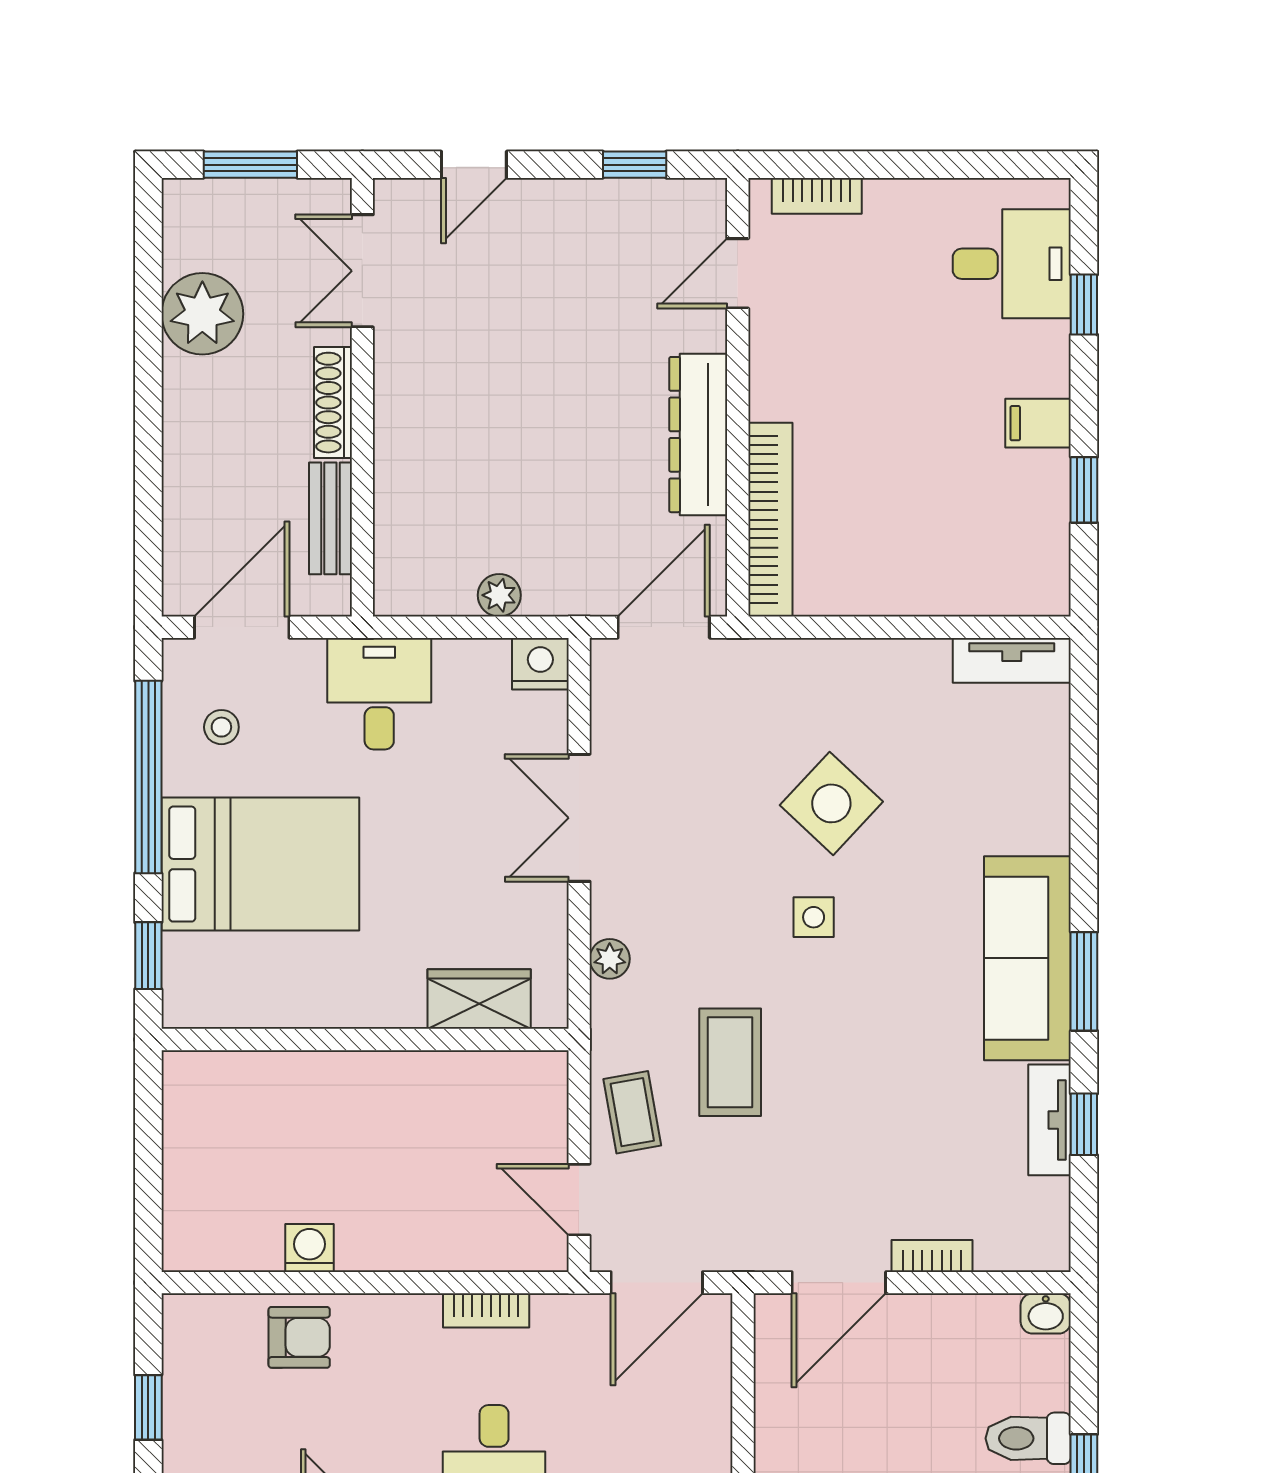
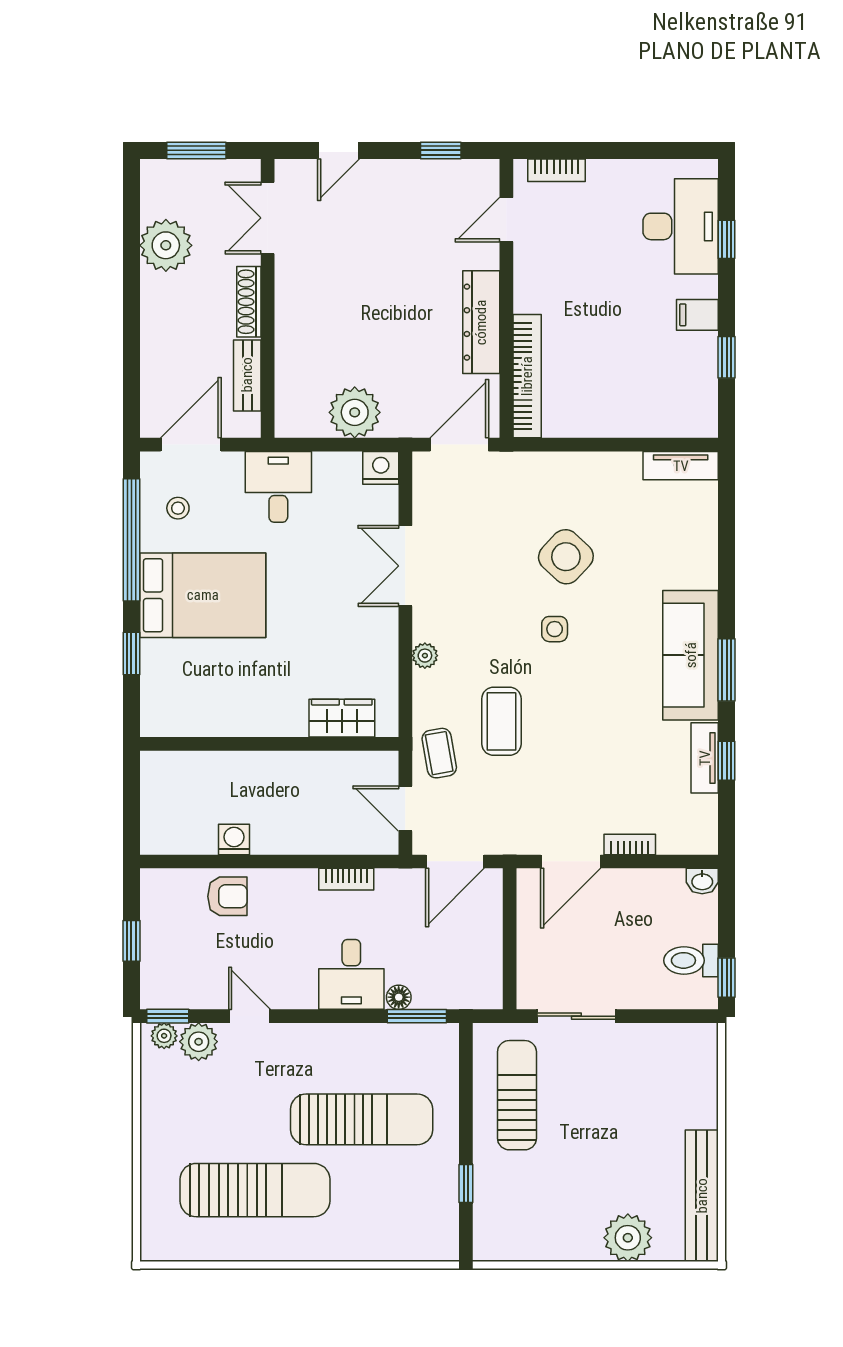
desk: (1012, 264) -> (681, 226), width x1.37
plant: (499, 595) -> (355, 412), width x1.88, depth x1.88
wardrobe: (479, 999) -> (342, 718), moved
wall: (365, 1040) -> (269, 744), moved

